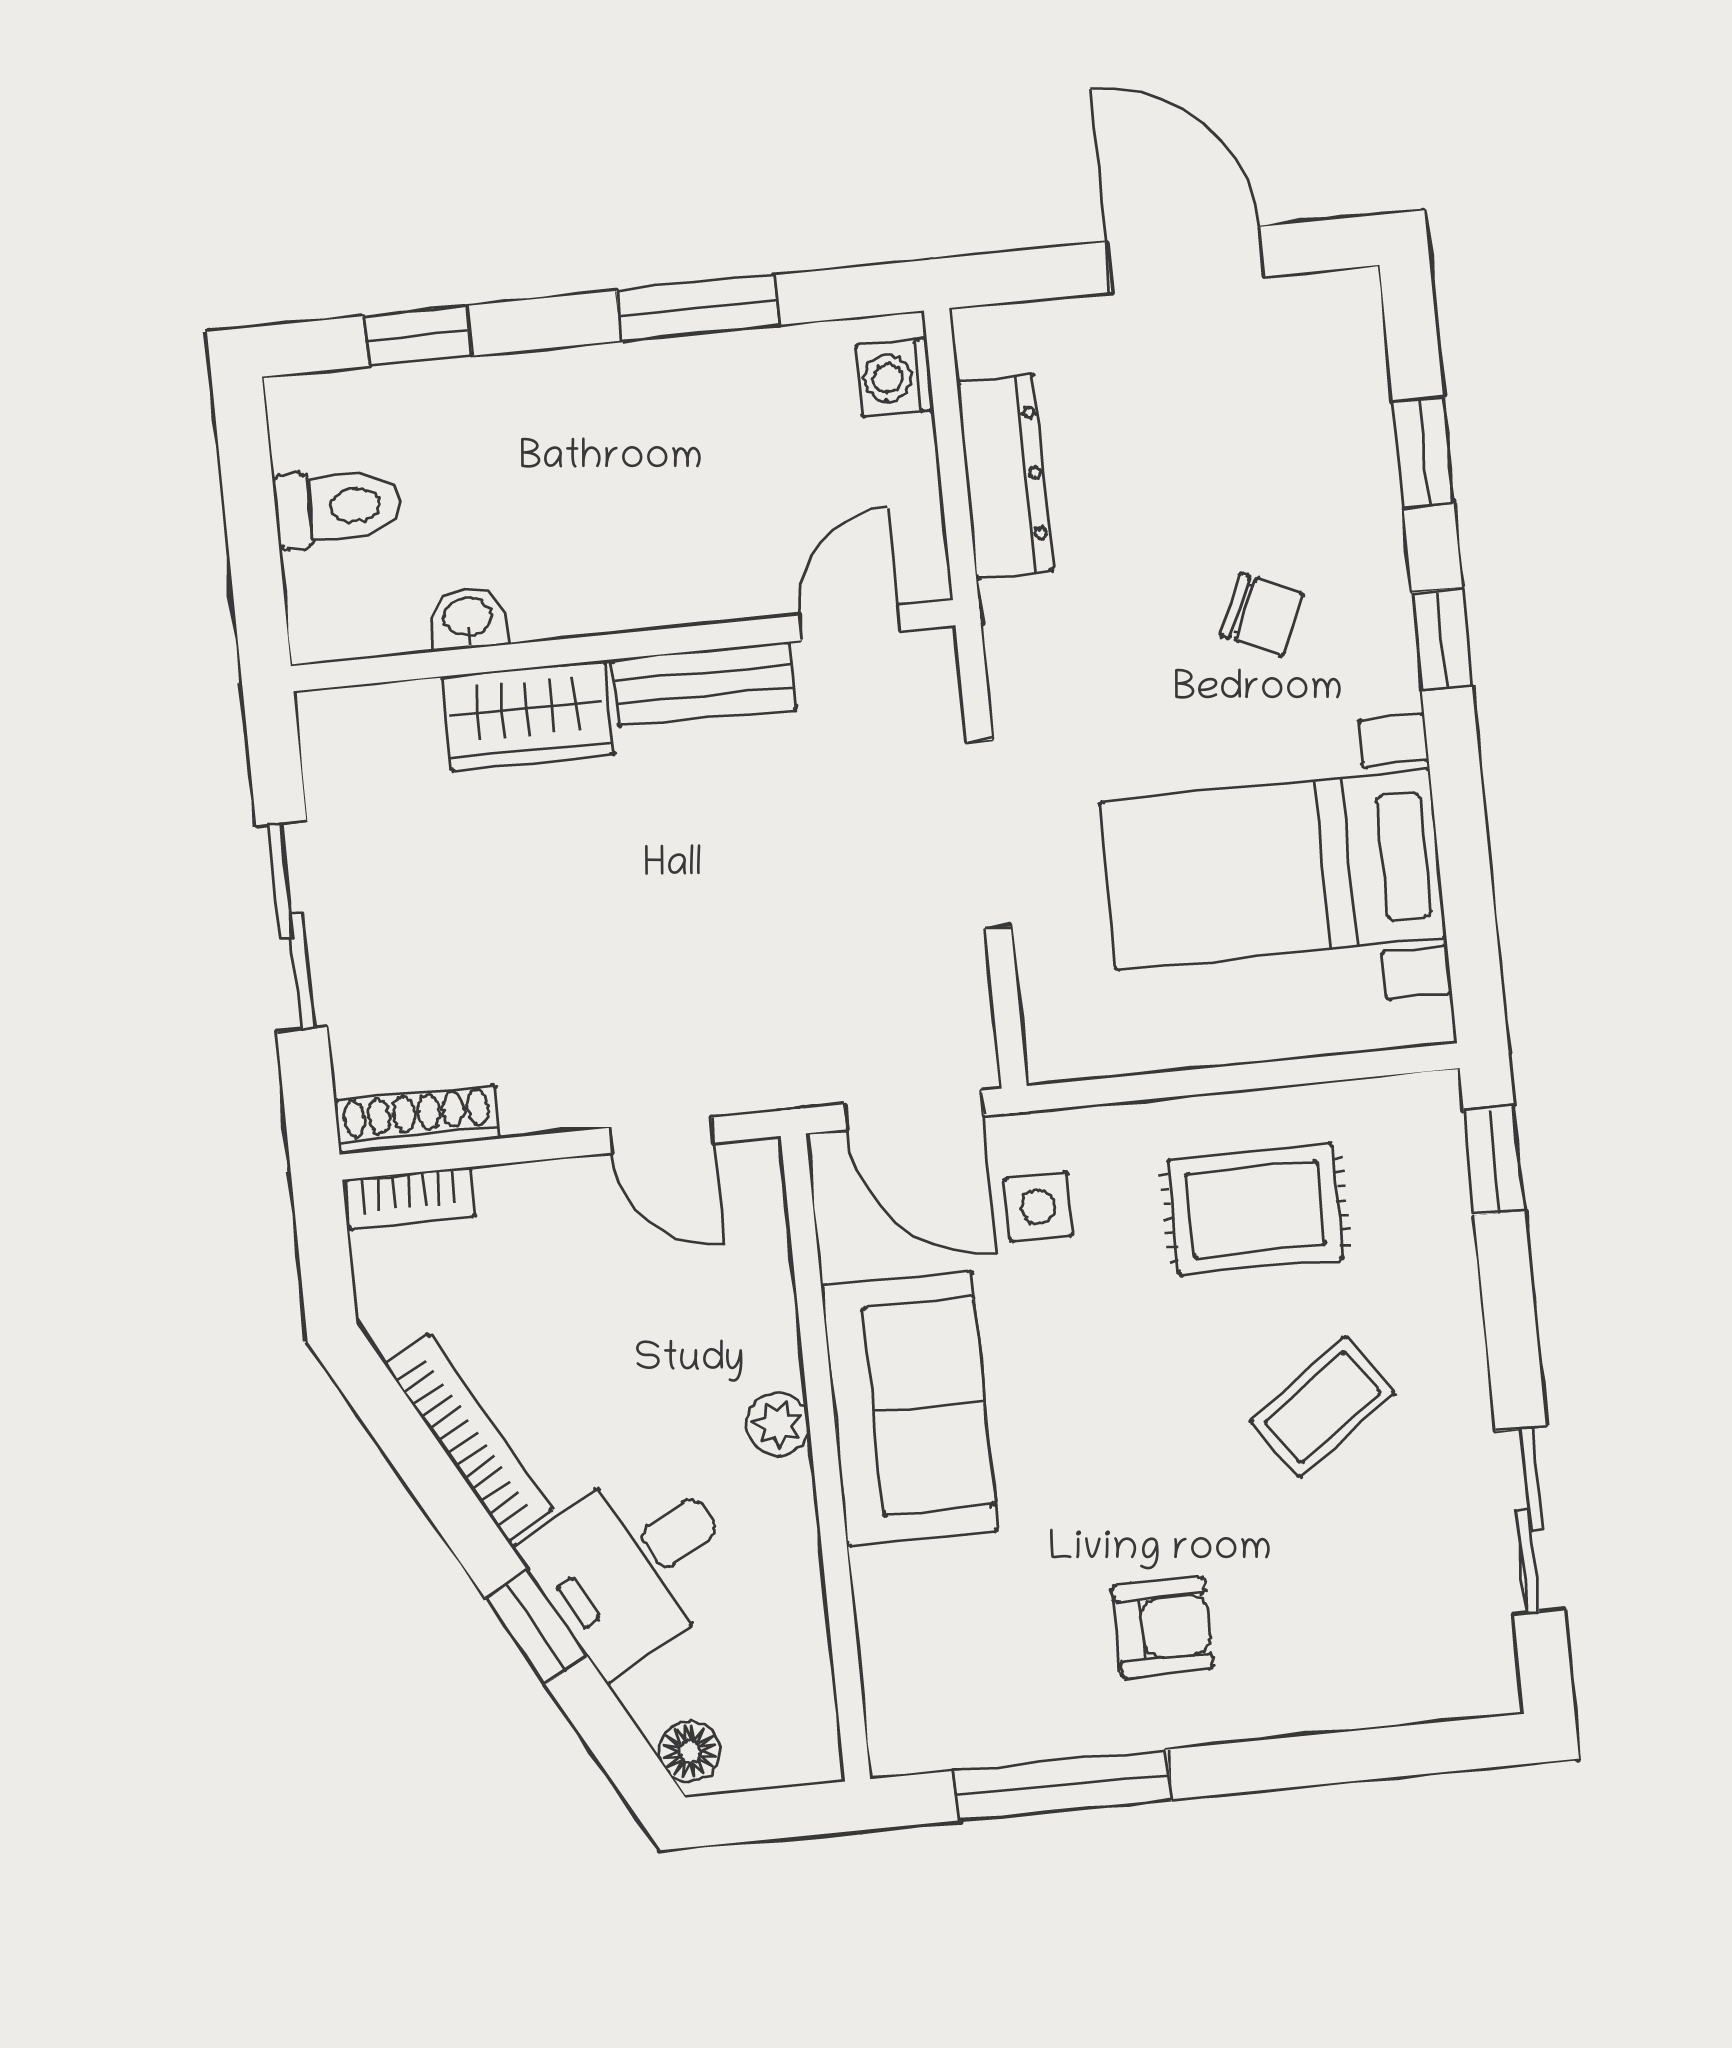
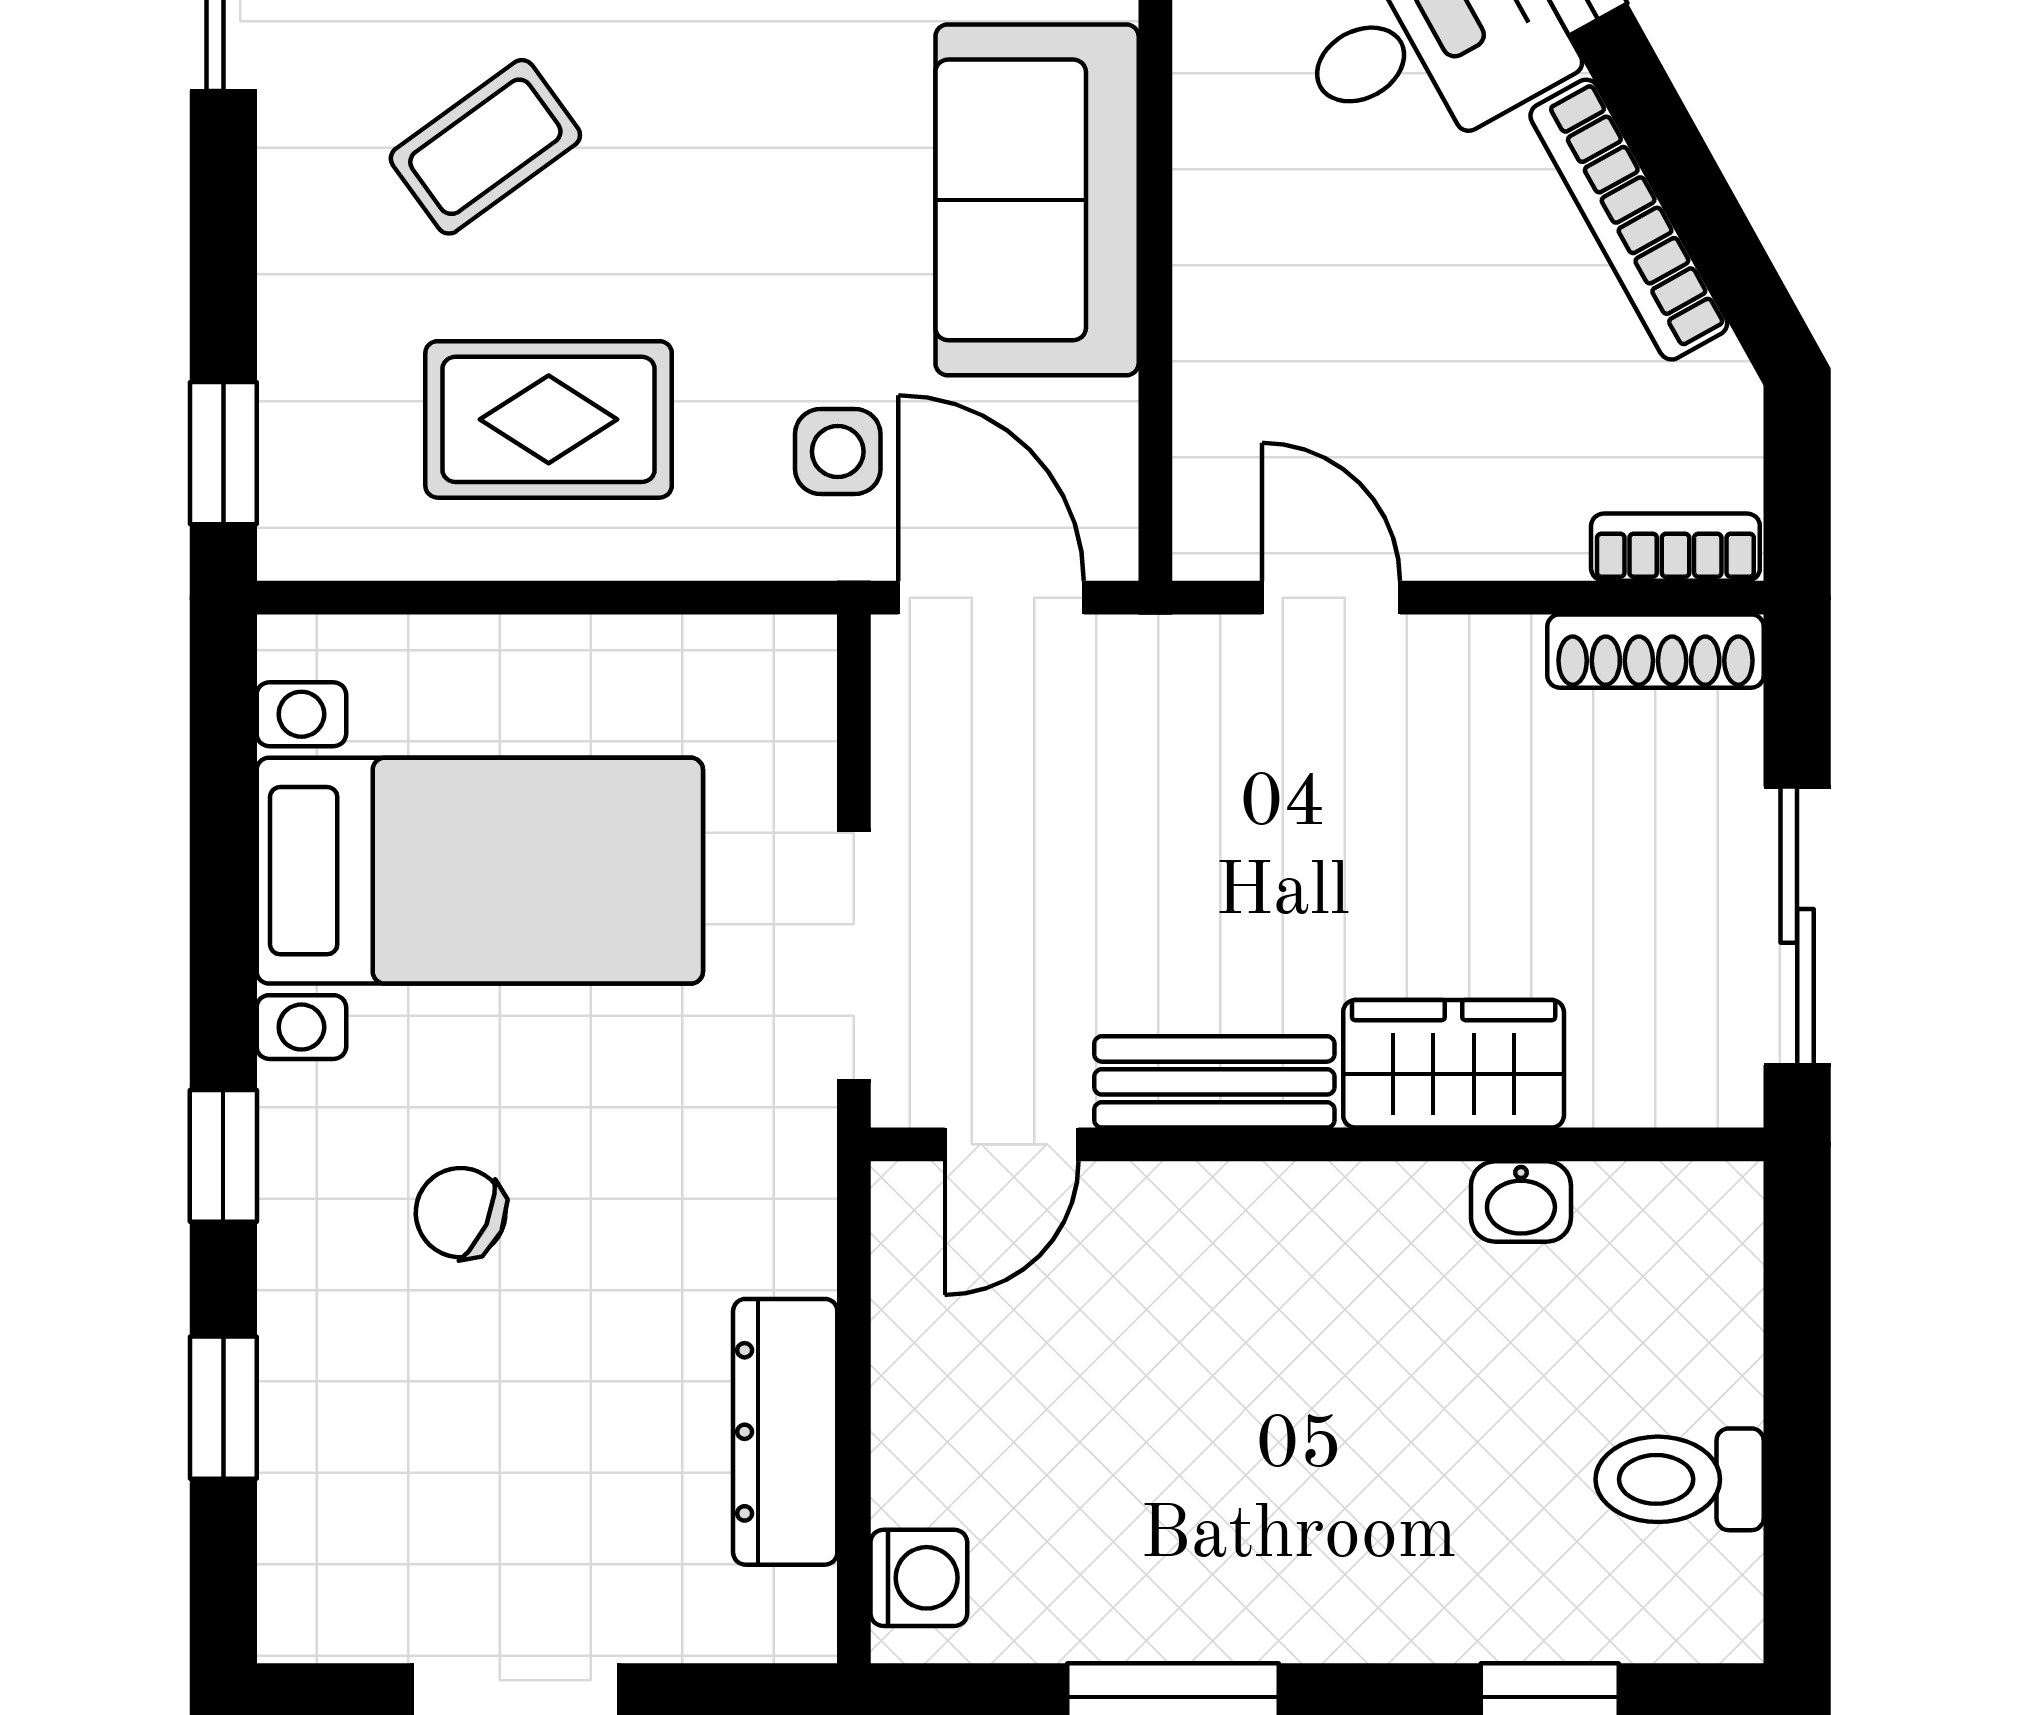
washbasin: (468, 618) -> (1521, 1202), moved
door: (850, 623) -> (1012, 1144), moved
wall: (623, 646) -> (1317, 1144), moved
bench: (704, 684) -> (1214, 1082), moved
wardrobe: (528, 716) -> (1454, 1064), moved
plant: (778, 1425) -> (1214, 196), removed

